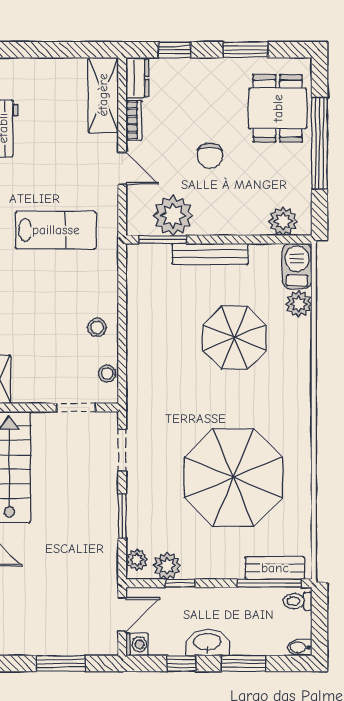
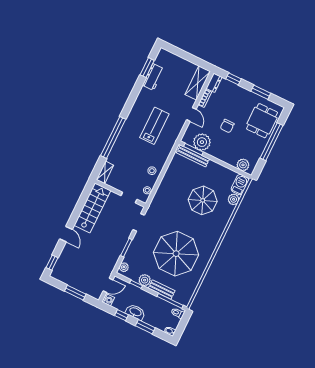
lab bench: (56, 230) -> (154, 126), turned -90
bench: (210, 254) -> (193, 156), moved
plant: (167, 566) -> (145, 280), moved
bench: (275, 568) -> (162, 290), moved

